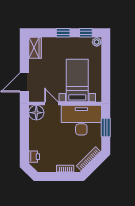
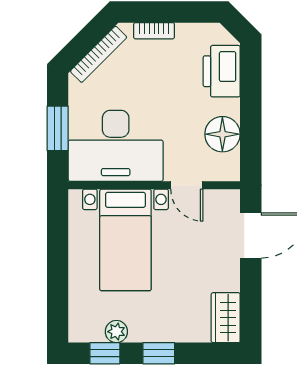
plant: (97, 42) -> (116, 332), moved
floor lamp: (36, 113) -> (222, 134), moved
printer: (34, 157) -> (222, 71), width x1.87, depth x1.48

